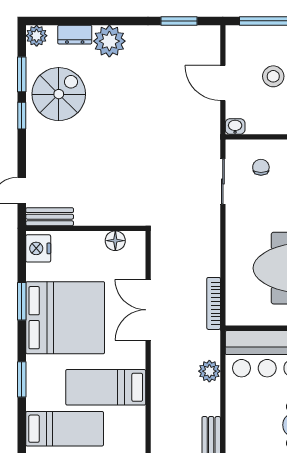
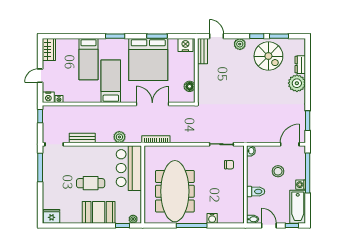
plant: (37, 36) -> (240, 44), moved
door: (223, 83) -> (290, 144), moved

